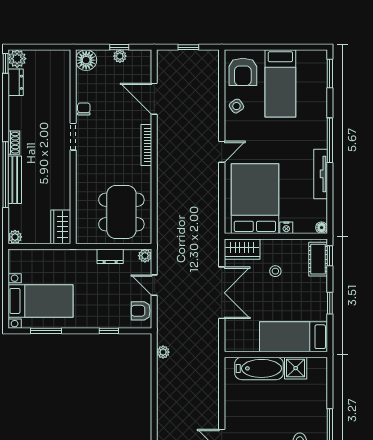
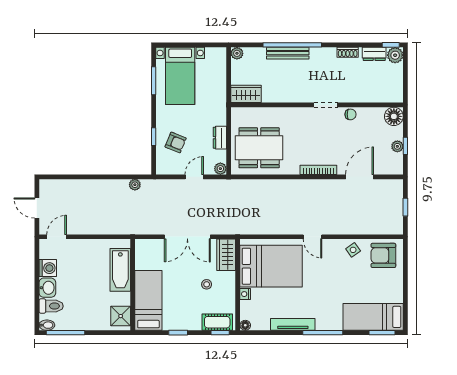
bed: (280, 83) -> (373, 317), moved
shoe rack: (14, 143) -> (348, 52), moved
armchair: (141, 311) -> (176, 142), moved, turned 112
shower: (296, 368) -> (121, 316), moved

